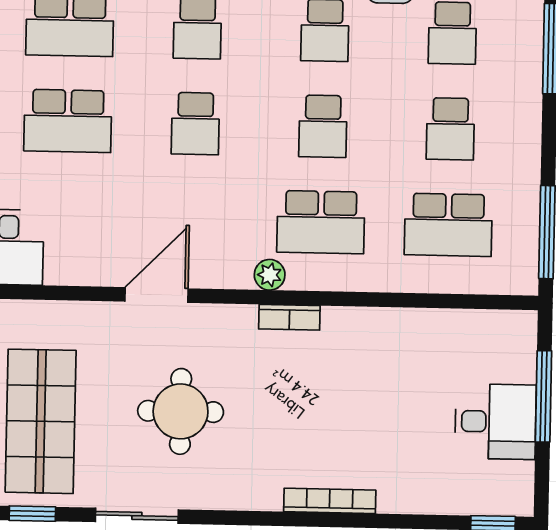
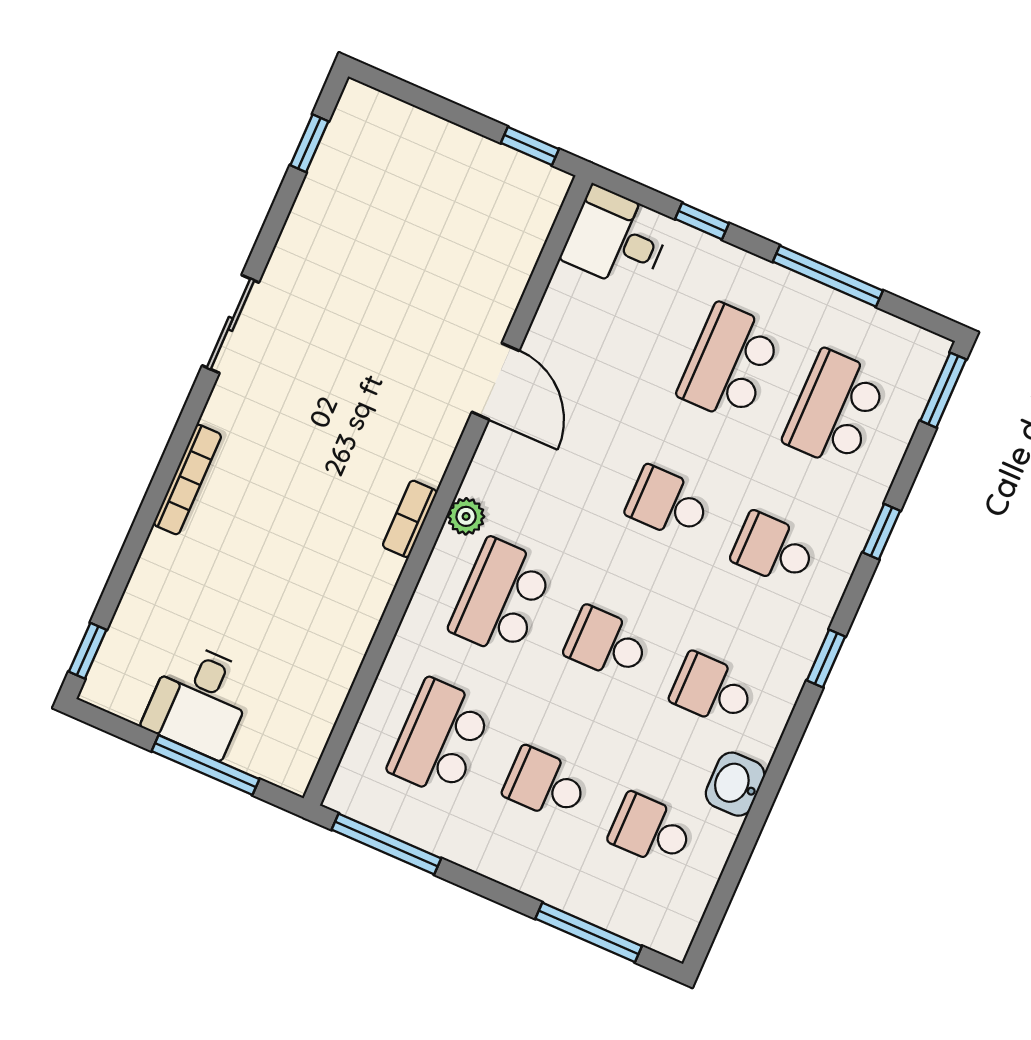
round table: (181, 411) -> (355, 355), removed
shop shelf: (41, 421) -> (408, 195), removed
sliding door: (137, 516) -> (230, 324), moved

